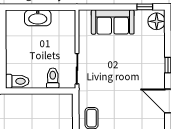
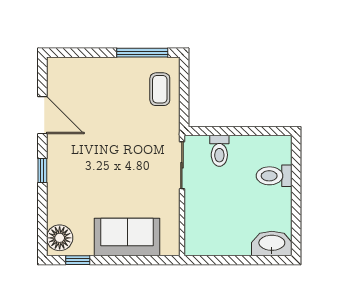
washbasin: (38, 18) -> (272, 243), moved
toilet: (17, 81) -> (274, 176), moved

